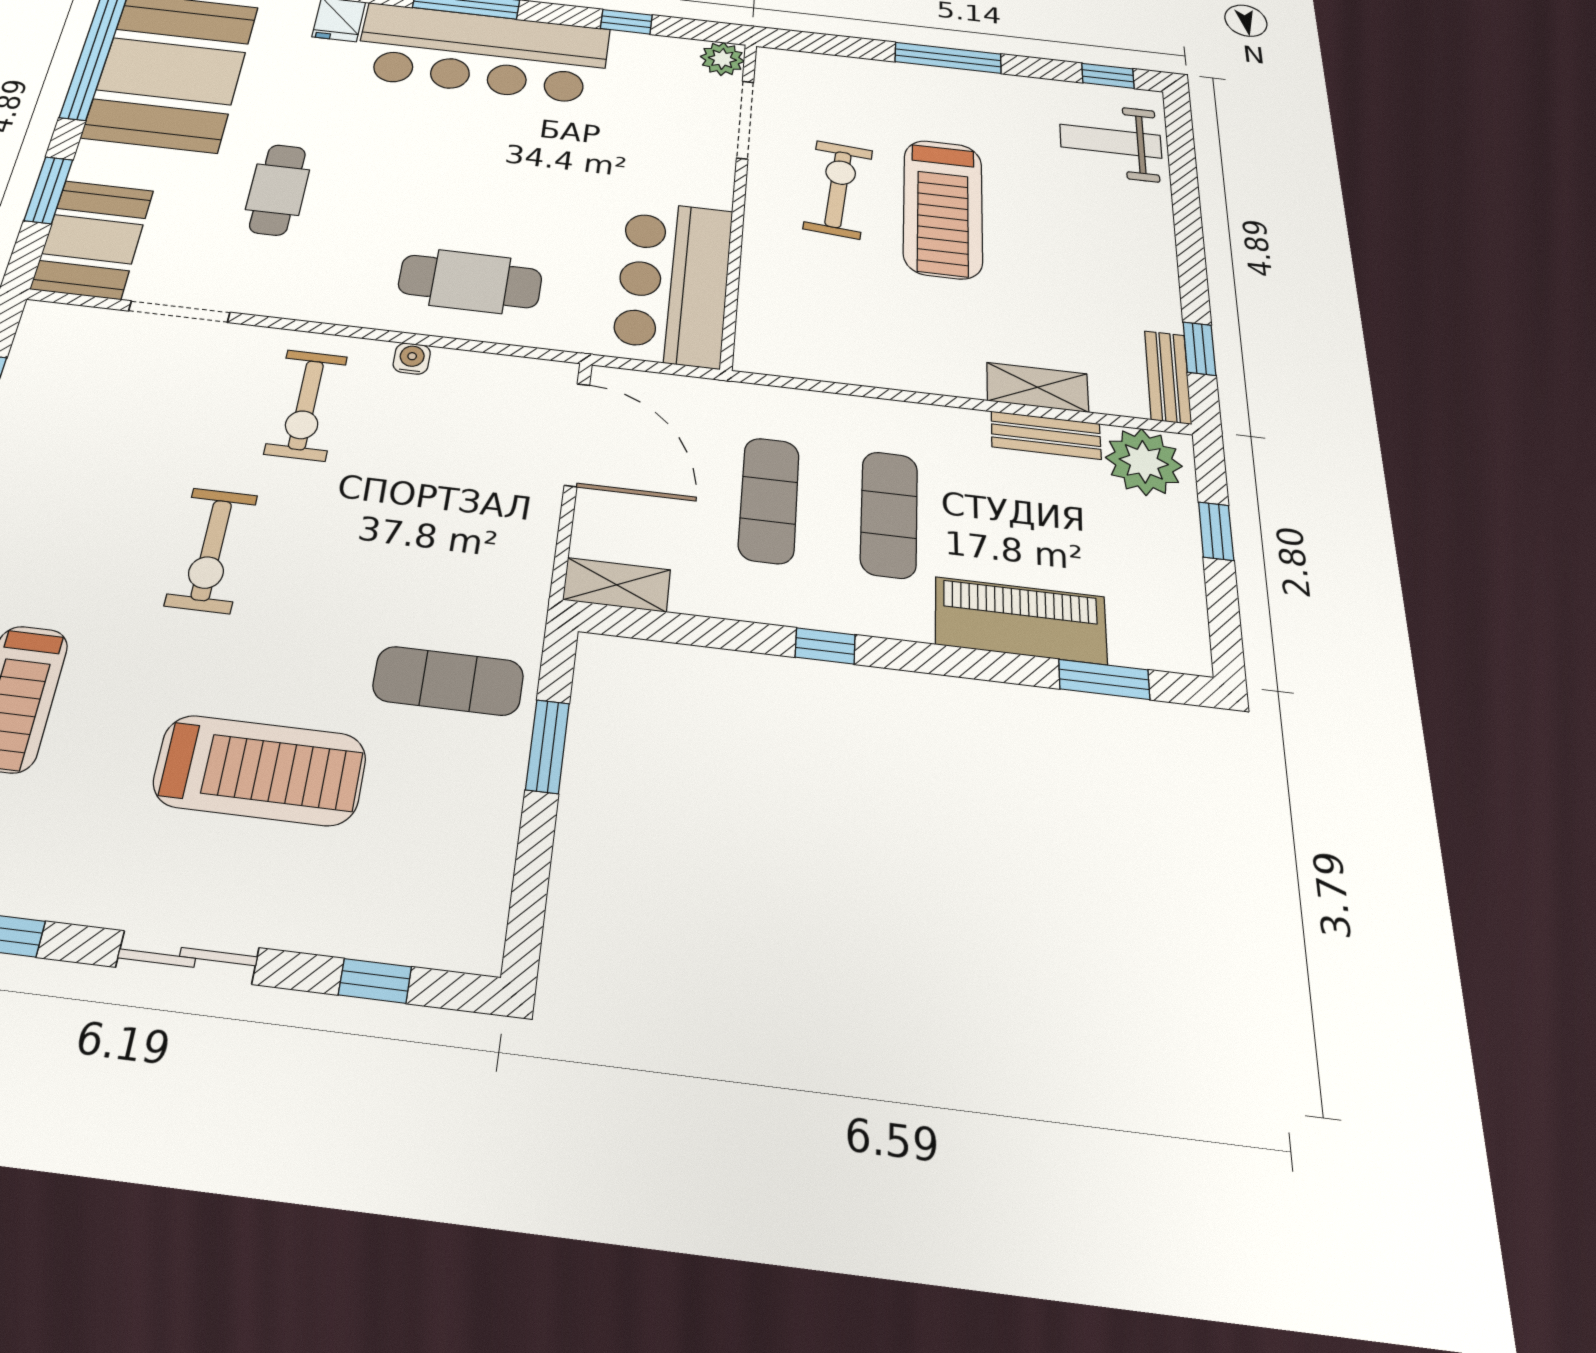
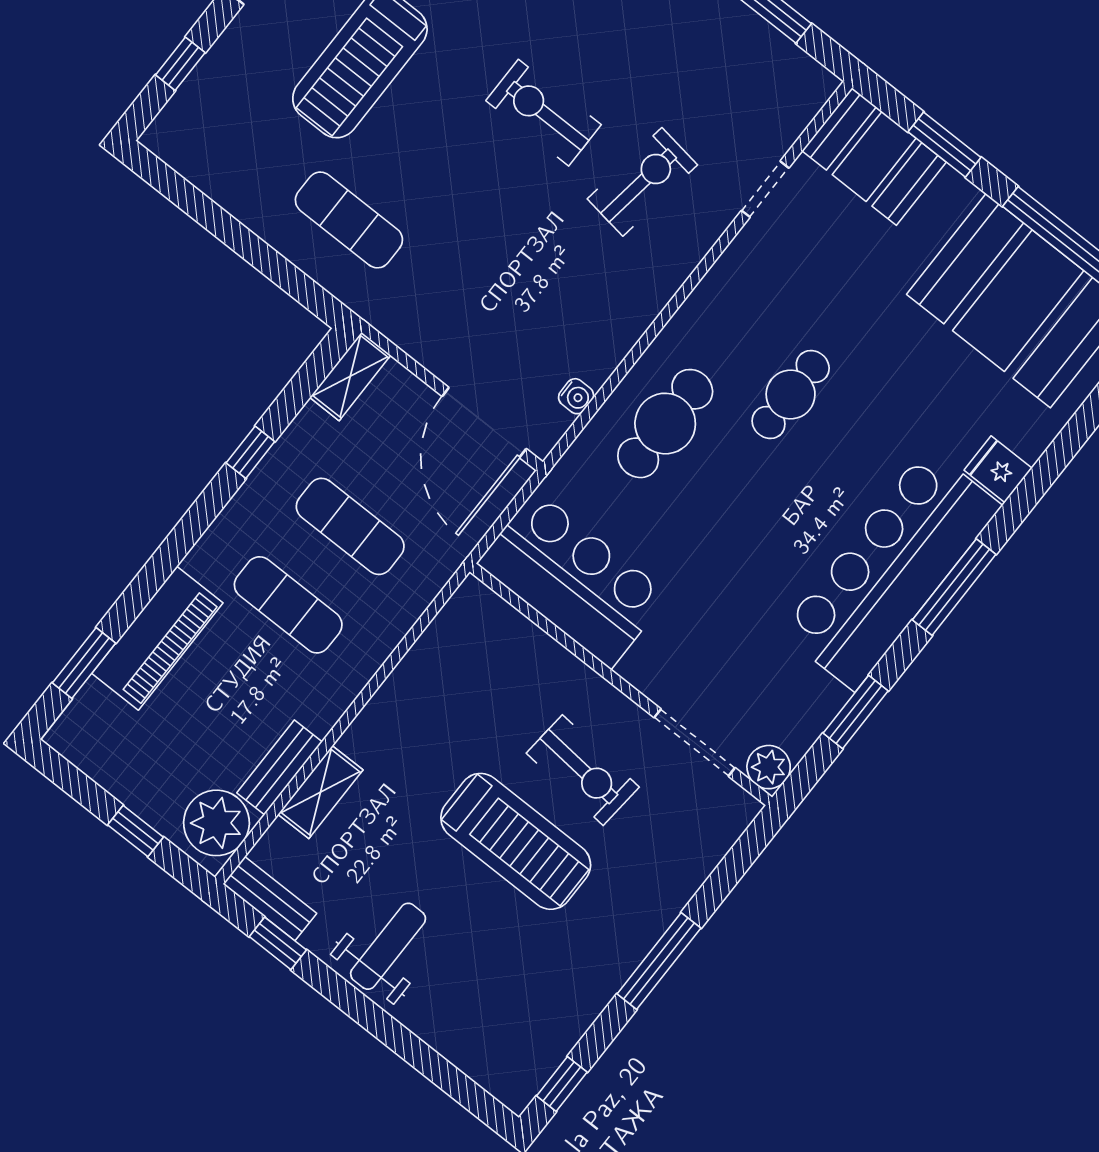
window: (626, 22) -> (856, 712), width x1.50
weight bench: (1111, 141) -> (388, 946), moved
cafe table: (278, 190) -> (791, 395), moved, turned 90
treadmill: (943, 208) -> (516, 841), turned 180
doorway: (179, 312) -> (765, 189), width x0.73
water cooler: (412, 359) -> (576, 396), moved
exercise bike: (306, 405) -> (642, 182), moved, turned 98
door: (577, 435) -> (484, 422), hinge flipped
window: (825, 646) -> (250, 452), moved
exercise mat: (448, 681) -> (349, 220), turned 90
window: (547, 746) -> (264, 258), removed

